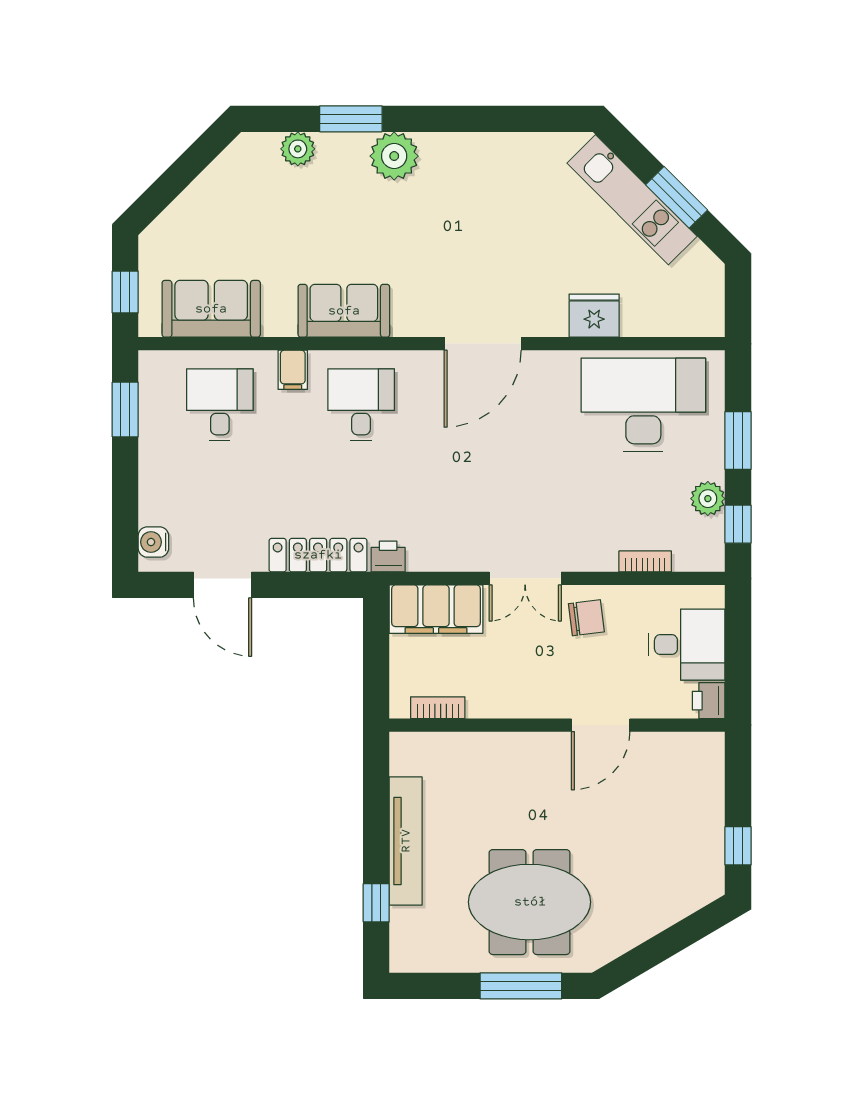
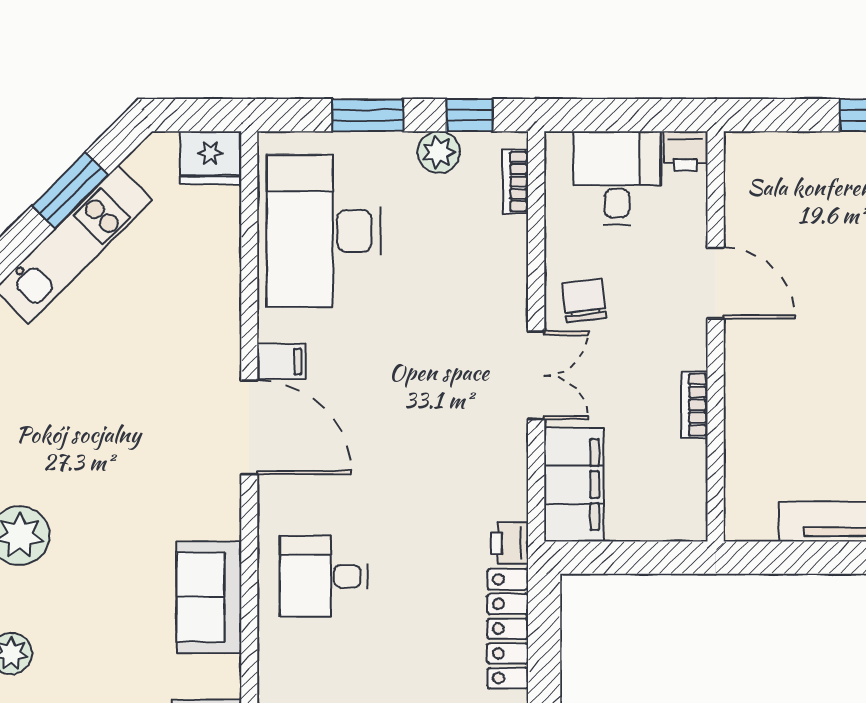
fridge: (594, 316) -> (211, 158), moved, turned -90
filing cabinet: (293, 370) -> (281, 362), moved
bookcase: (645, 561) -> (515, 182), moved
bookcase: (438, 708) -> (694, 405), moved

